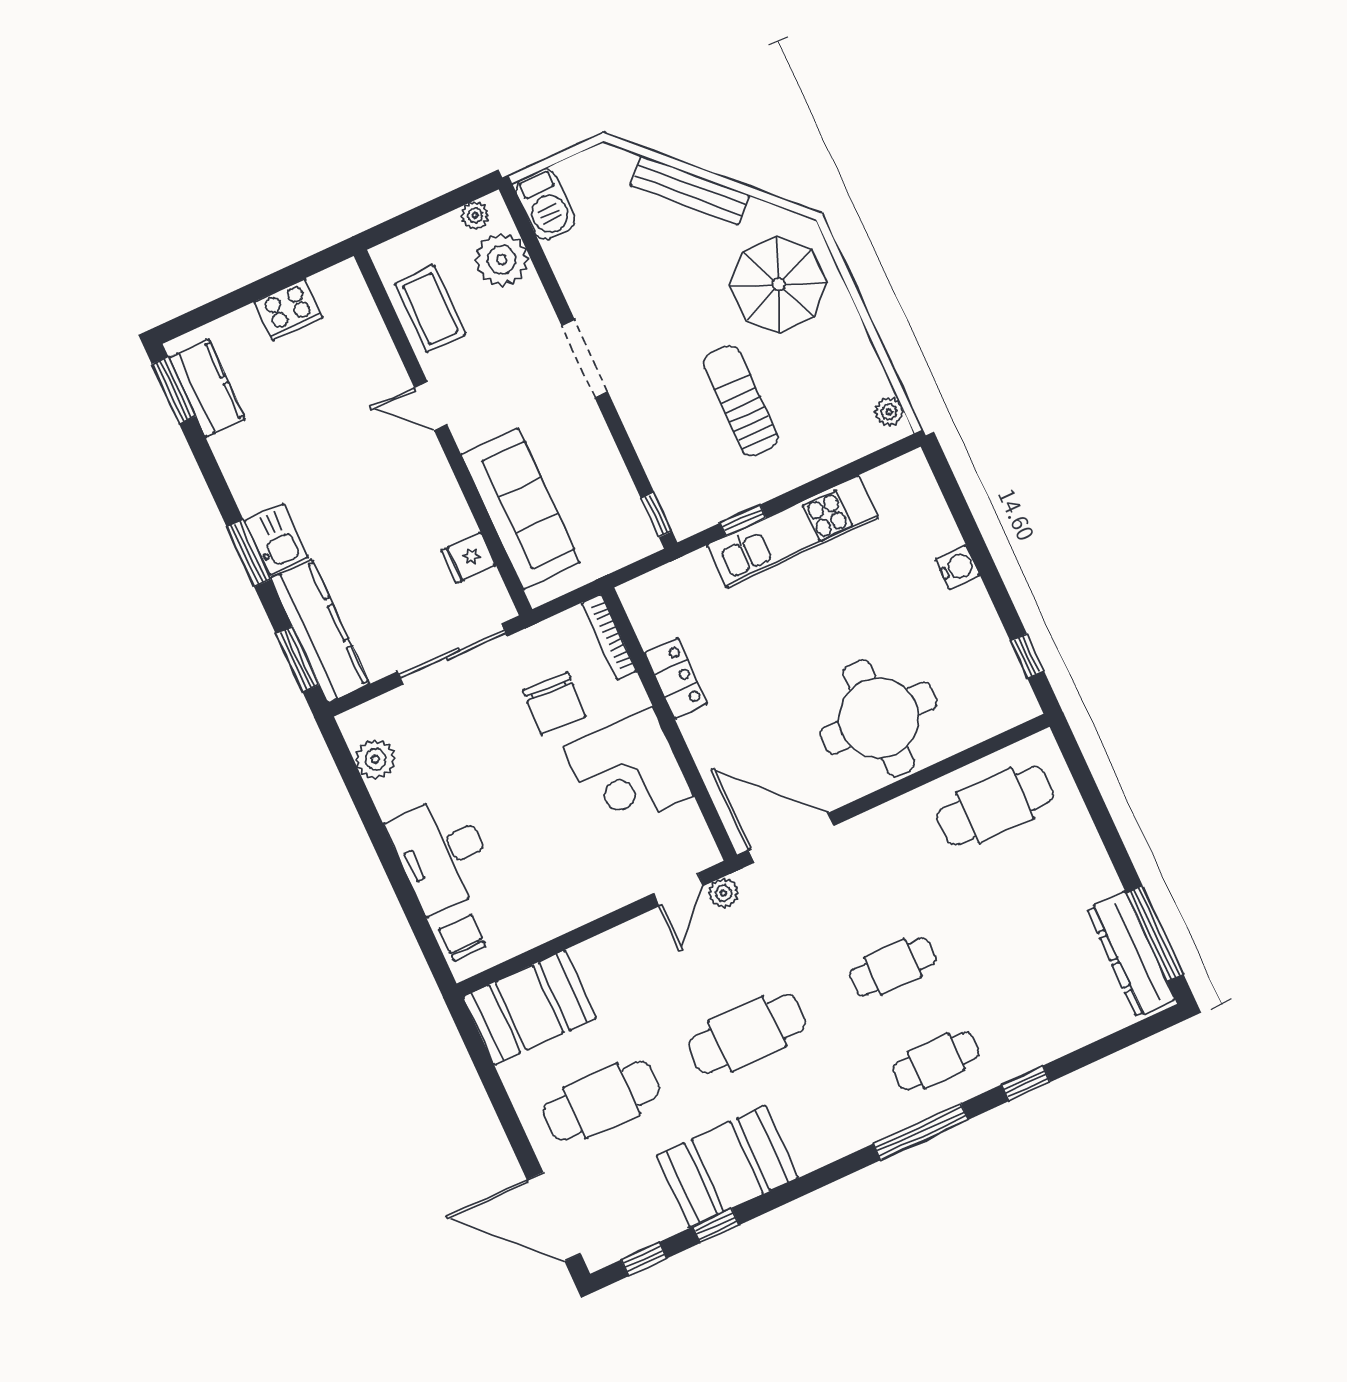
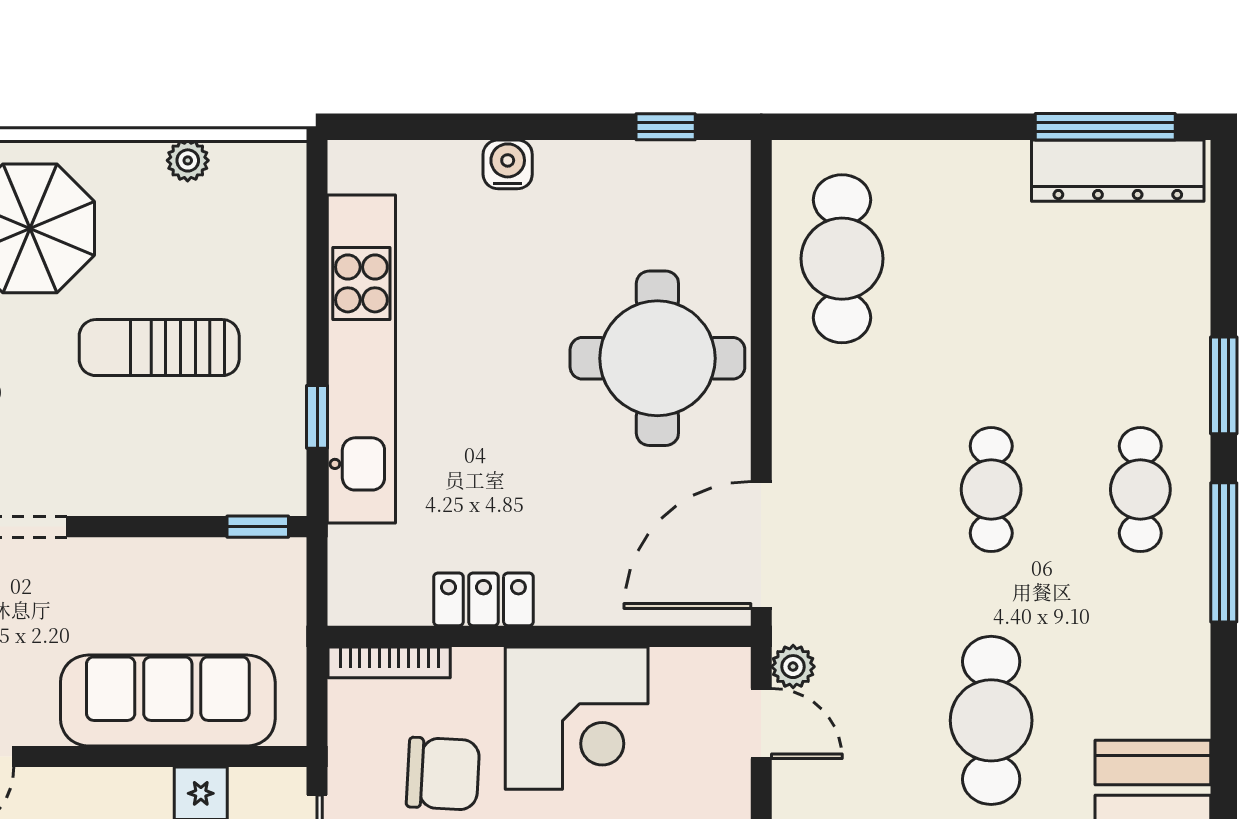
plant: (889, 412) -> (188, 160), moved
kitchen unit: (792, 532) -> (361, 359), width x1.36
window: (1026, 1083) -> (1224, 385), width x1.50

